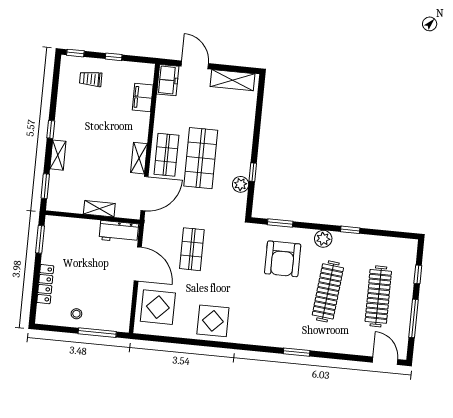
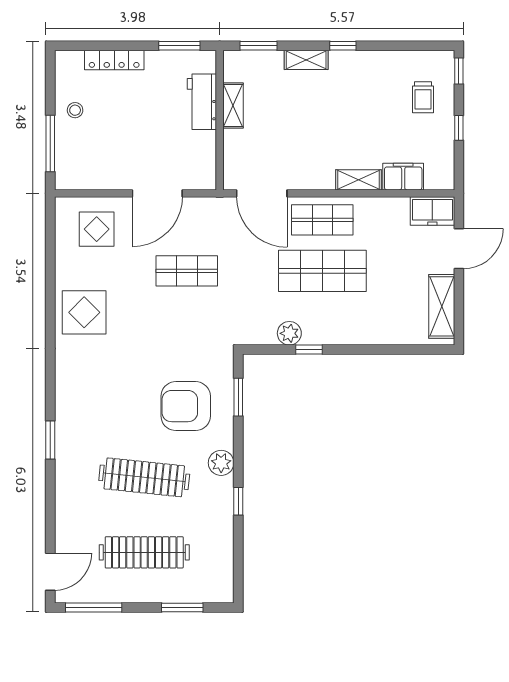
trolley: (91, 79) -> (423, 97), turned 180
shelving: (139, 158) -> (358, 180), moved
shelving: (99, 209) -> (233, 105), moved
workbench: (119, 232) -> (202, 102), moved
window: (418, 274) -> (182, 607), width x1.50
display table: (158, 307) -> (97, 229), width x0.73, depth x0.73
window: (413, 318) -> (94, 607), moved

